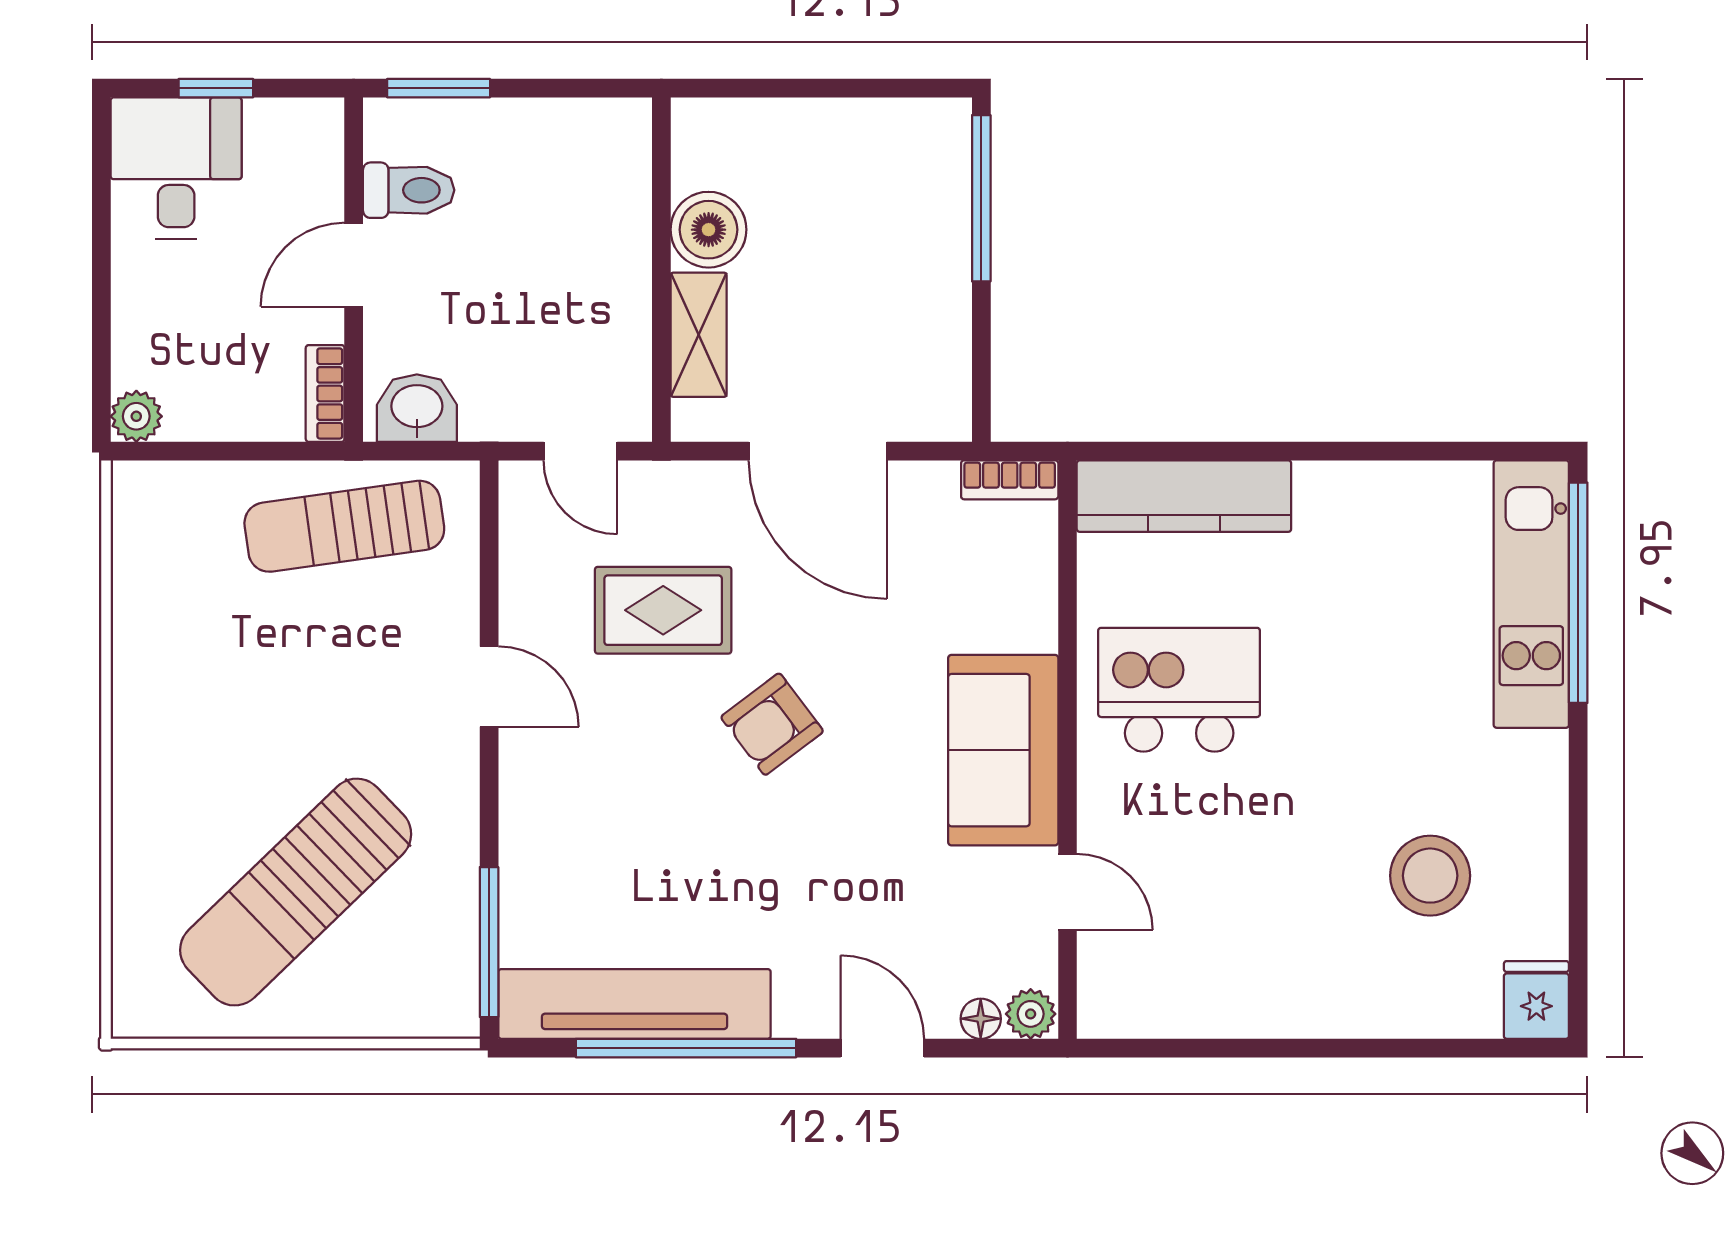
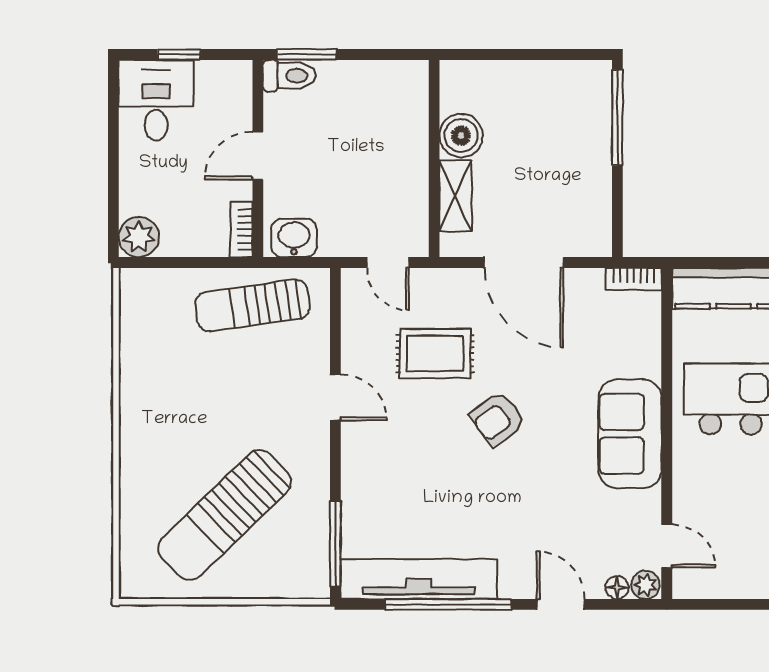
toilet: (409, 190) -> (289, 76), moved
plant: (136, 416) -> (139, 237), width x1.38, depth x1.38
door: (1067, 892) -> (667, 546), moved

